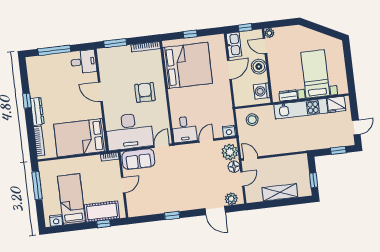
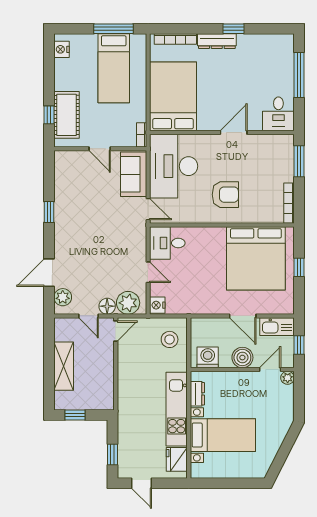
bed: (72, 199) -> (114, 68), moved, turned 90

